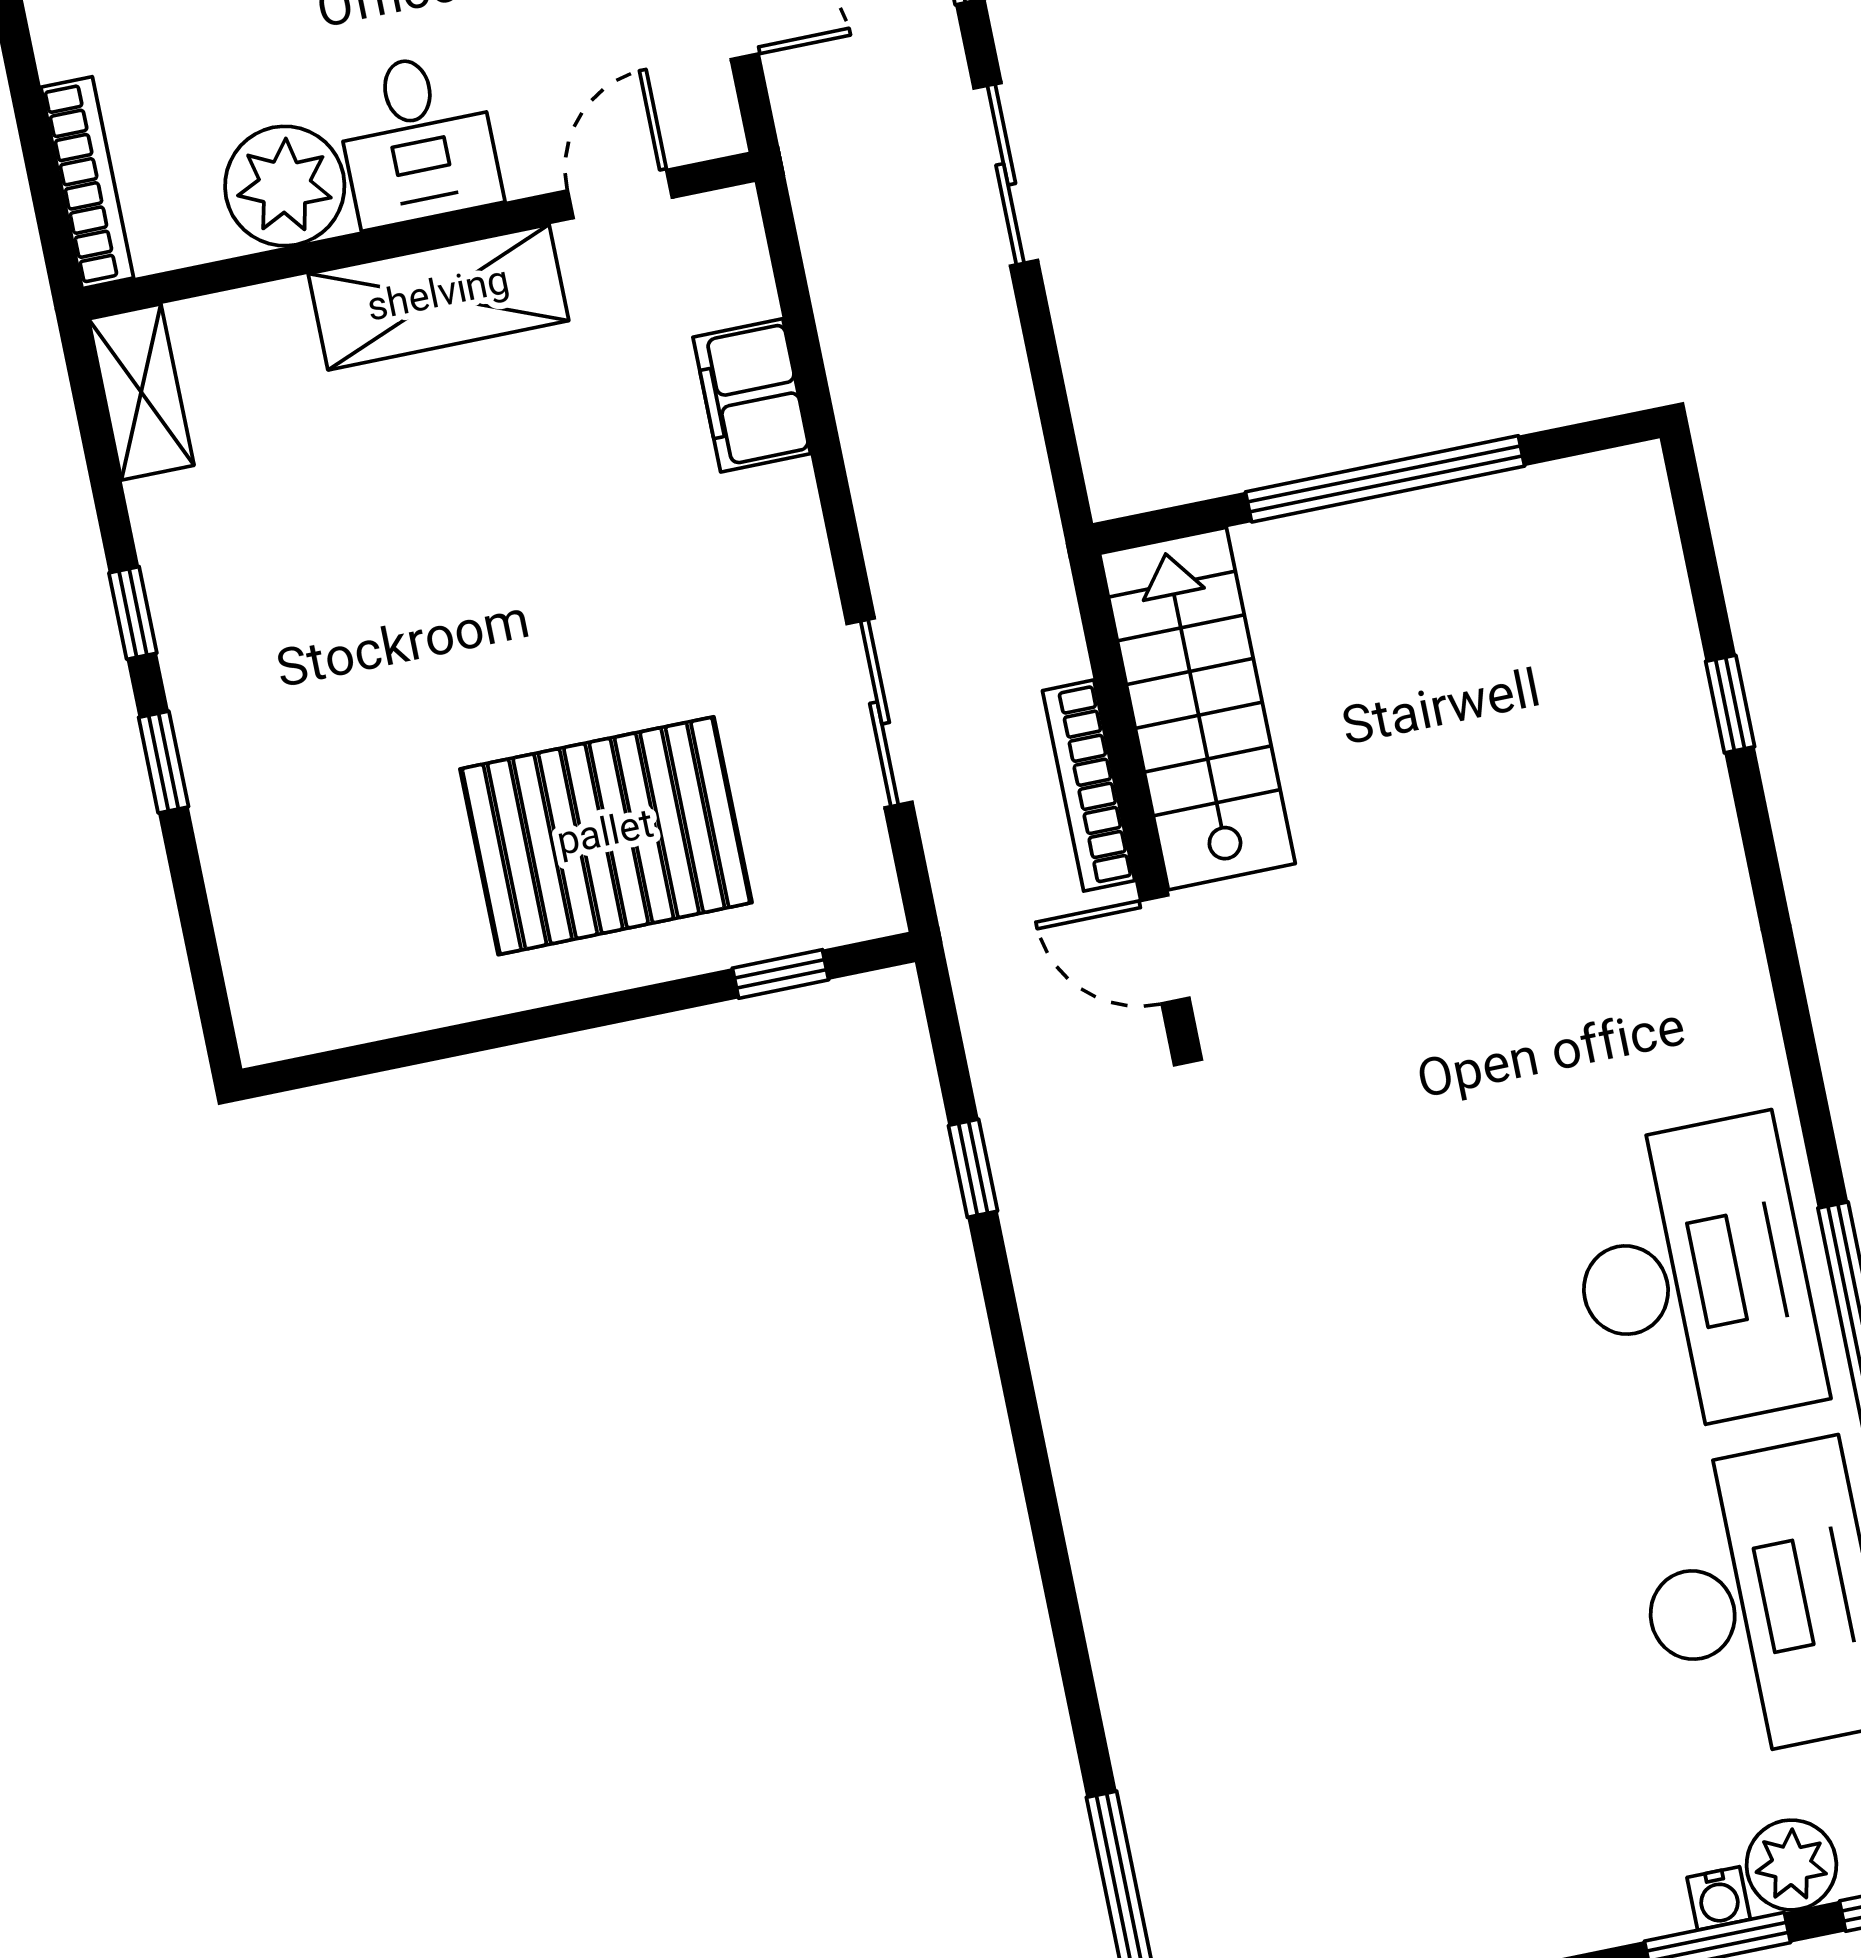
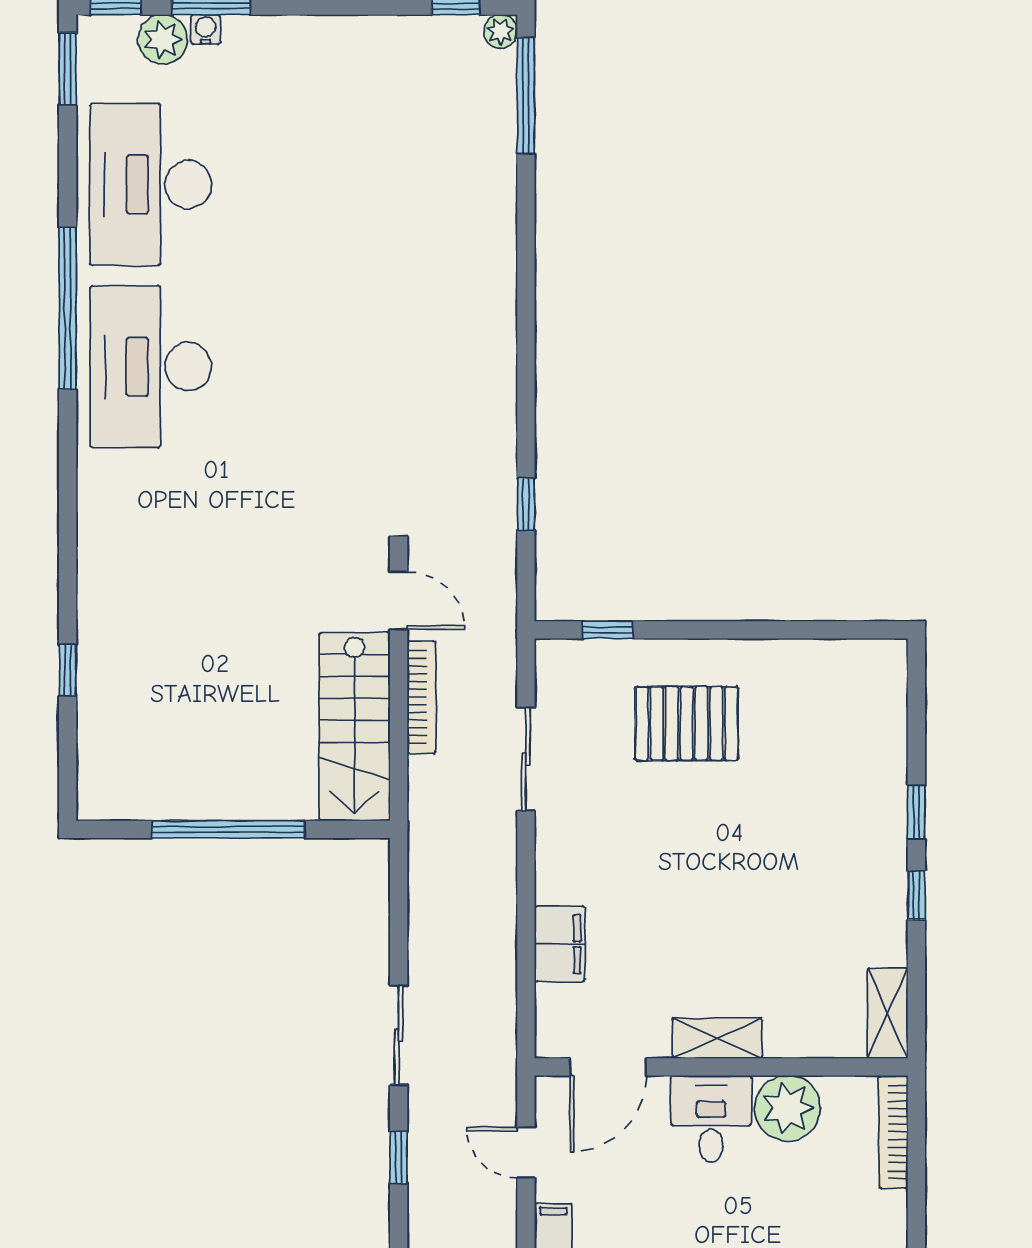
door: (620, 194) -> (608, 1067), width x1.38
shelving: (439, 297) -> (717, 1038), width x0.67, depth x0.75
pallet: (606, 836) -> (687, 723), width x0.73, depth x0.71

